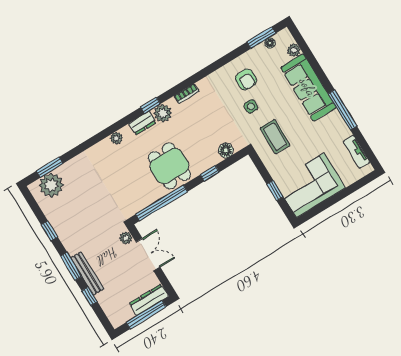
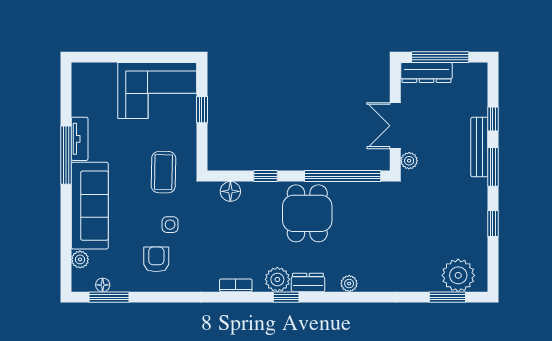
tv unit: (357, 152) -> (80, 139), moved

